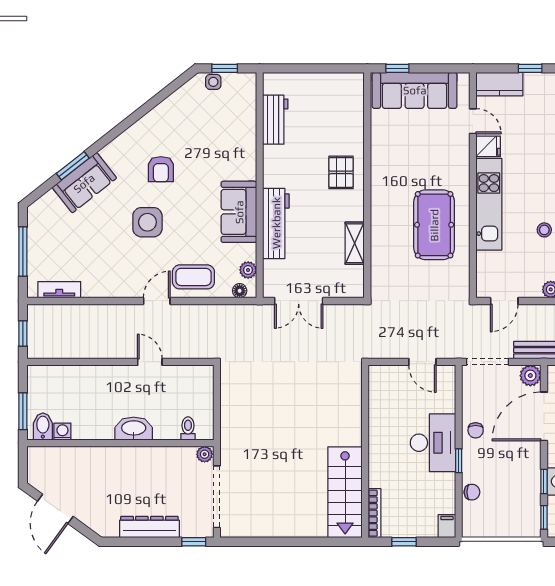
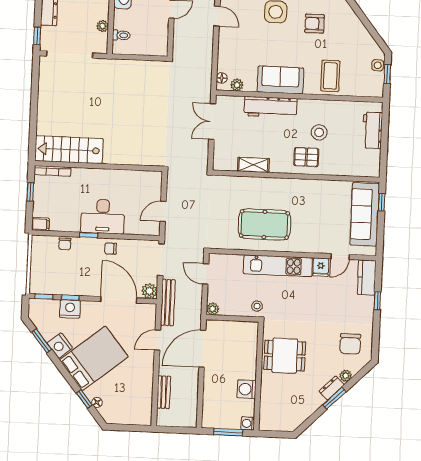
workbench: (275, 120) -> (372, 130), moved, turned 90
stool: (307, 157) -> (319, 132), added
coffee table: (193, 277) -> (330, 76), moved
plant: (205, 454) -> (103, 26), moved

